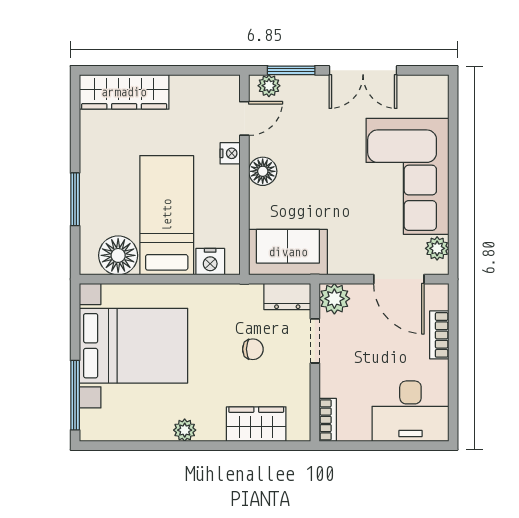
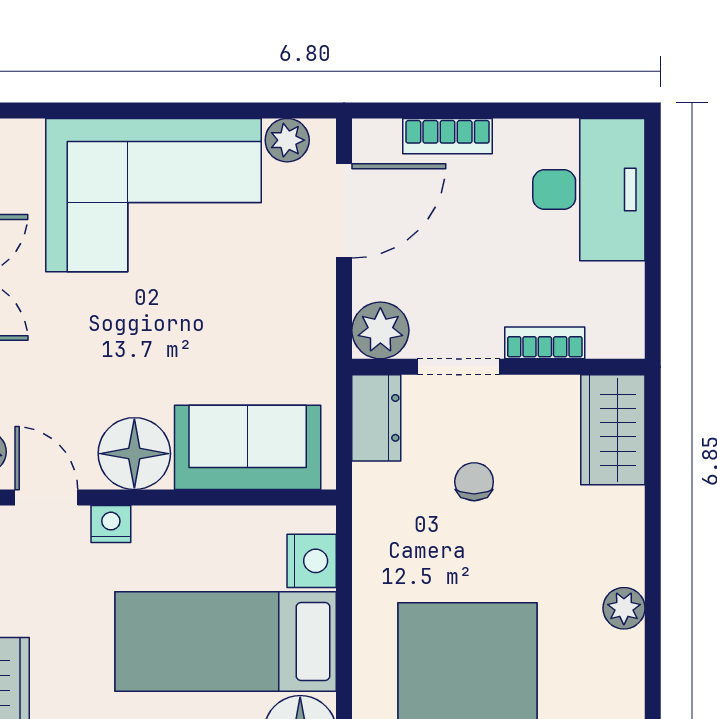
floor lamp: (263, 171) -> (134, 454), width x1.38, depth x1.38
sofa: (288, 252) -> (248, 447), moved, turned 90
bookcase: (328, 420) -> (545, 343), moved
wardrobe: (256, 424) -> (613, 430), moved

